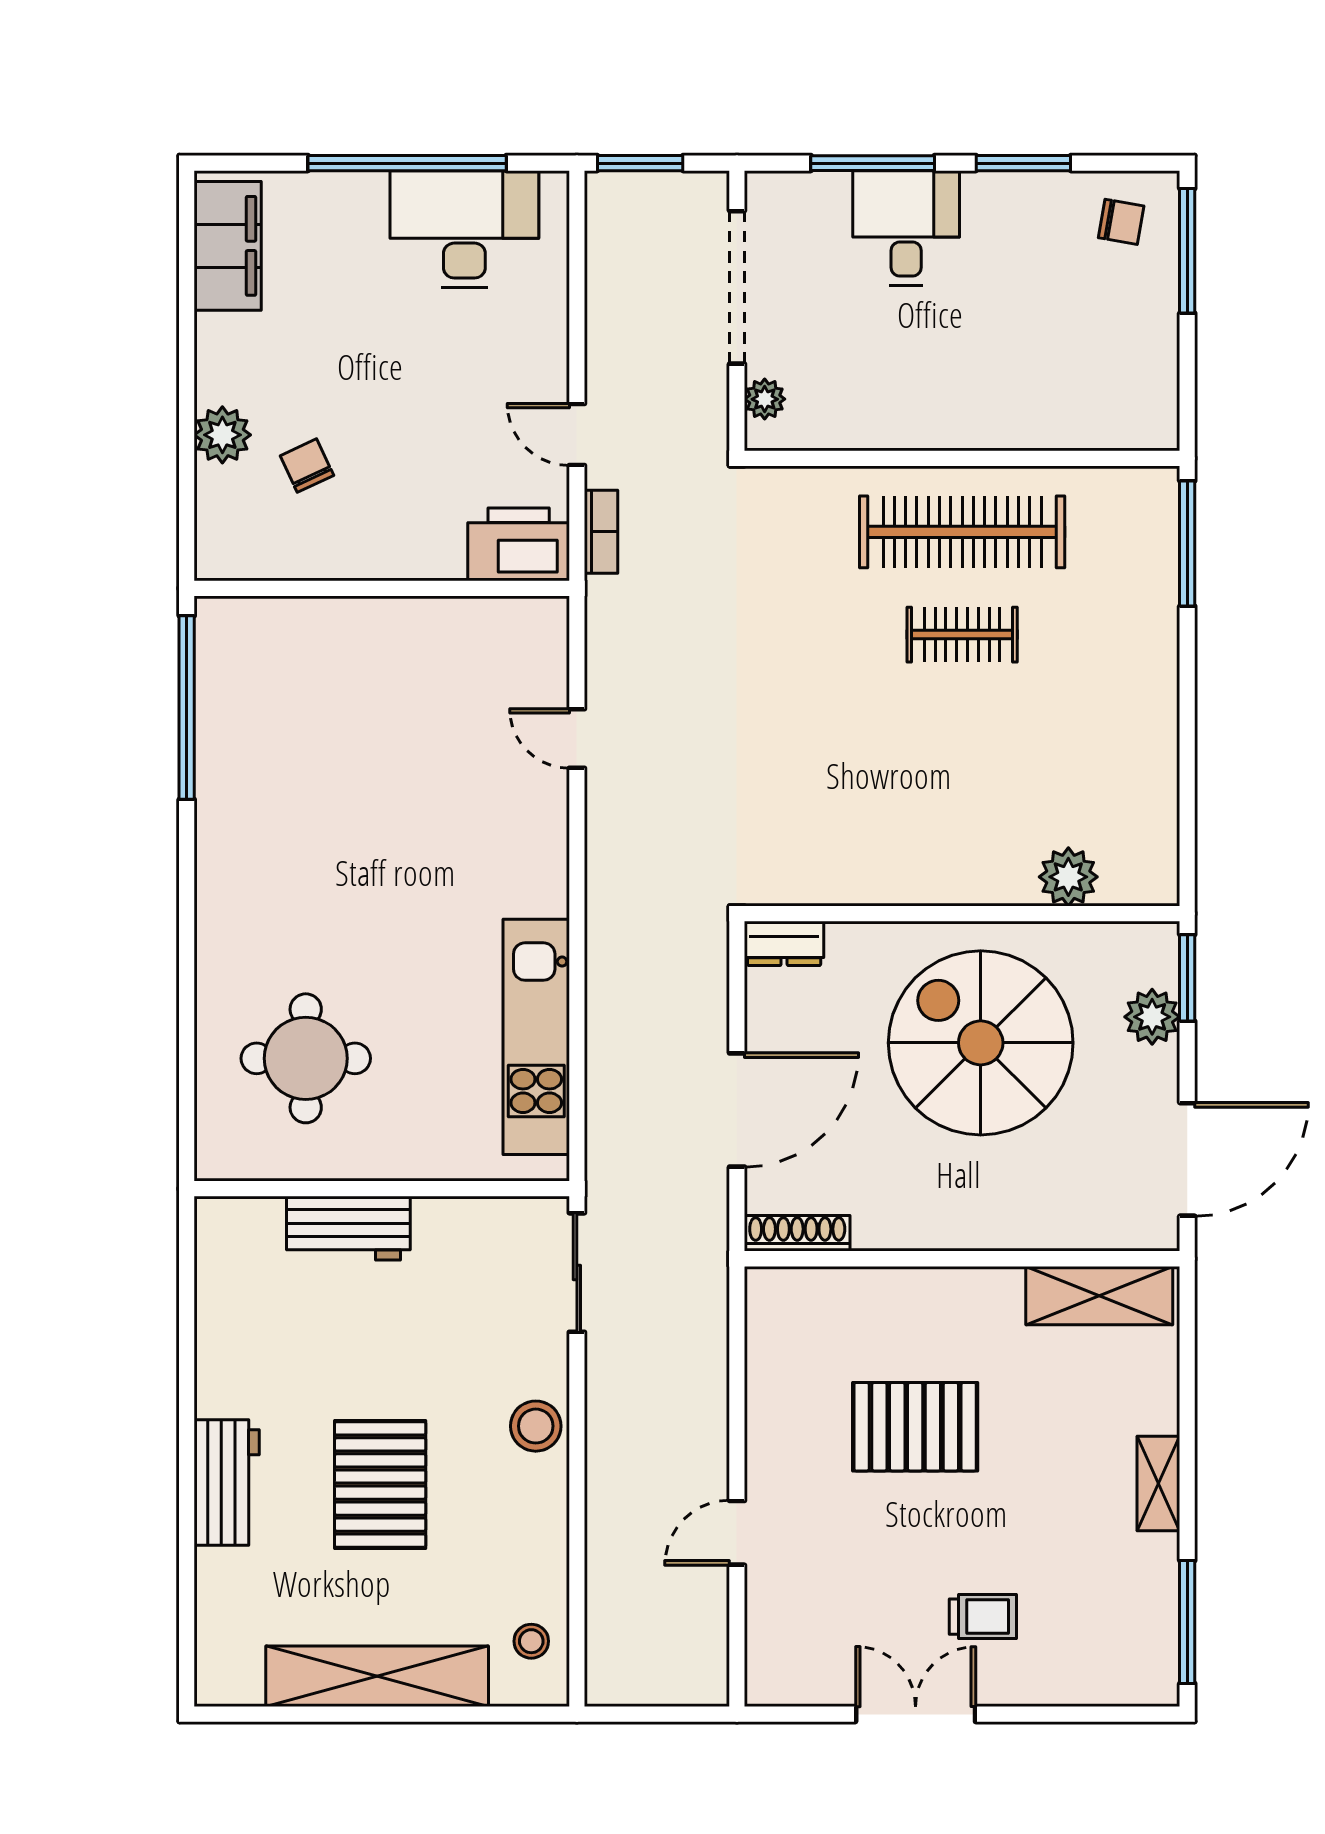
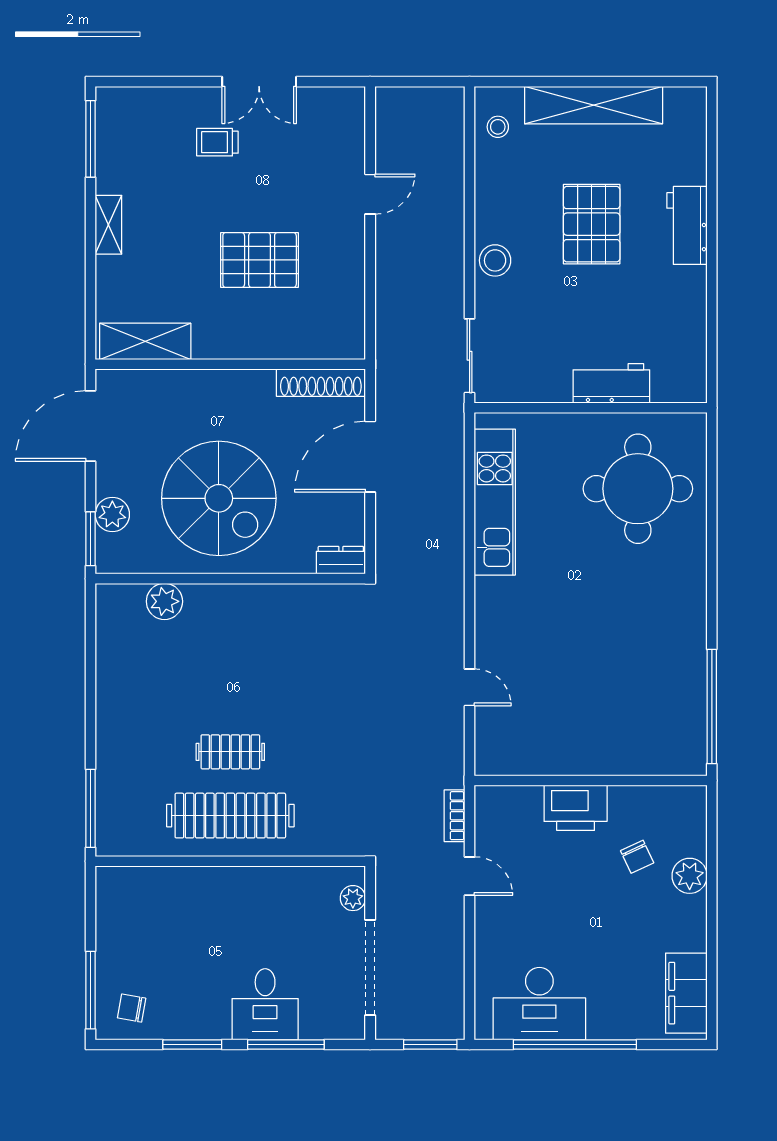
printer: (519, 544) -> (576, 808), moved
round table: (306, 1058) -> (638, 489), width x1.36, depth x1.36
shoe rack: (797, 1233) -> (321, 383), width x1.36, depth x1.24

